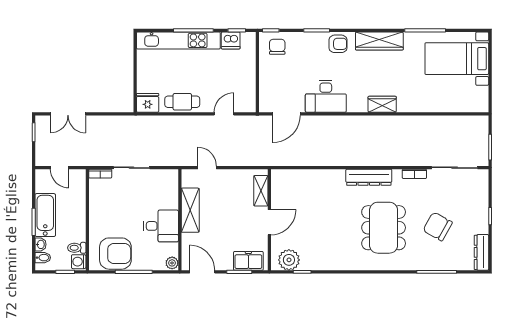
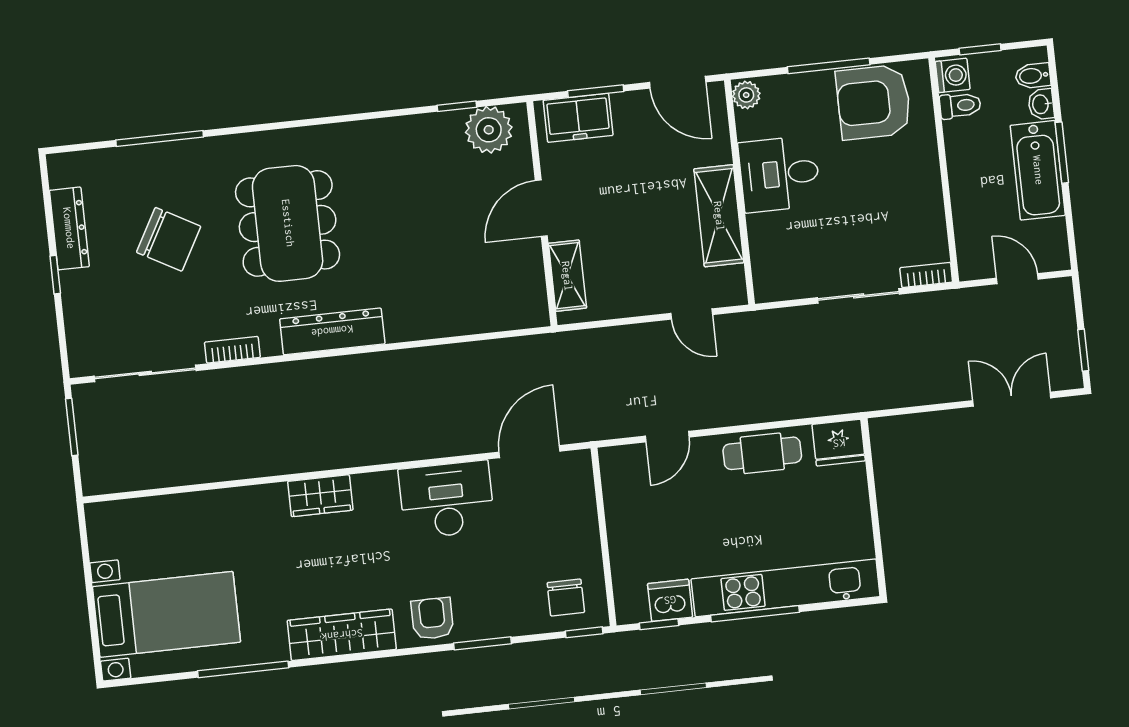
armchair: (338, 44) -> (432, 619), turned 90
dresser: (481, 252) -> (69, 228), moved

